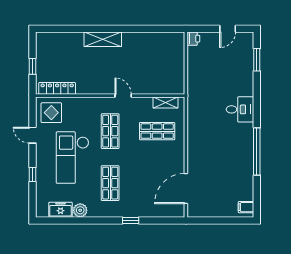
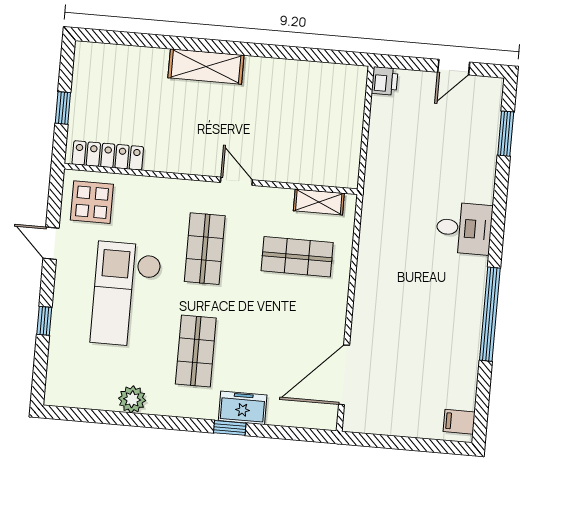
freezer: (61, 210) -> (243, 408), moved

